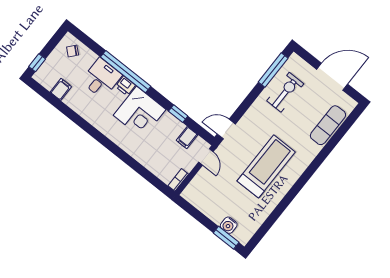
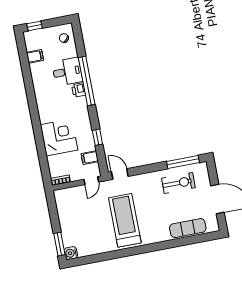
corner desk: (140, 112) -> (59, 137), moved, turned 180
treadmill: (266, 166) -> (125, 220), turned -90
water cooler: (229, 225) -> (71, 253), moved

